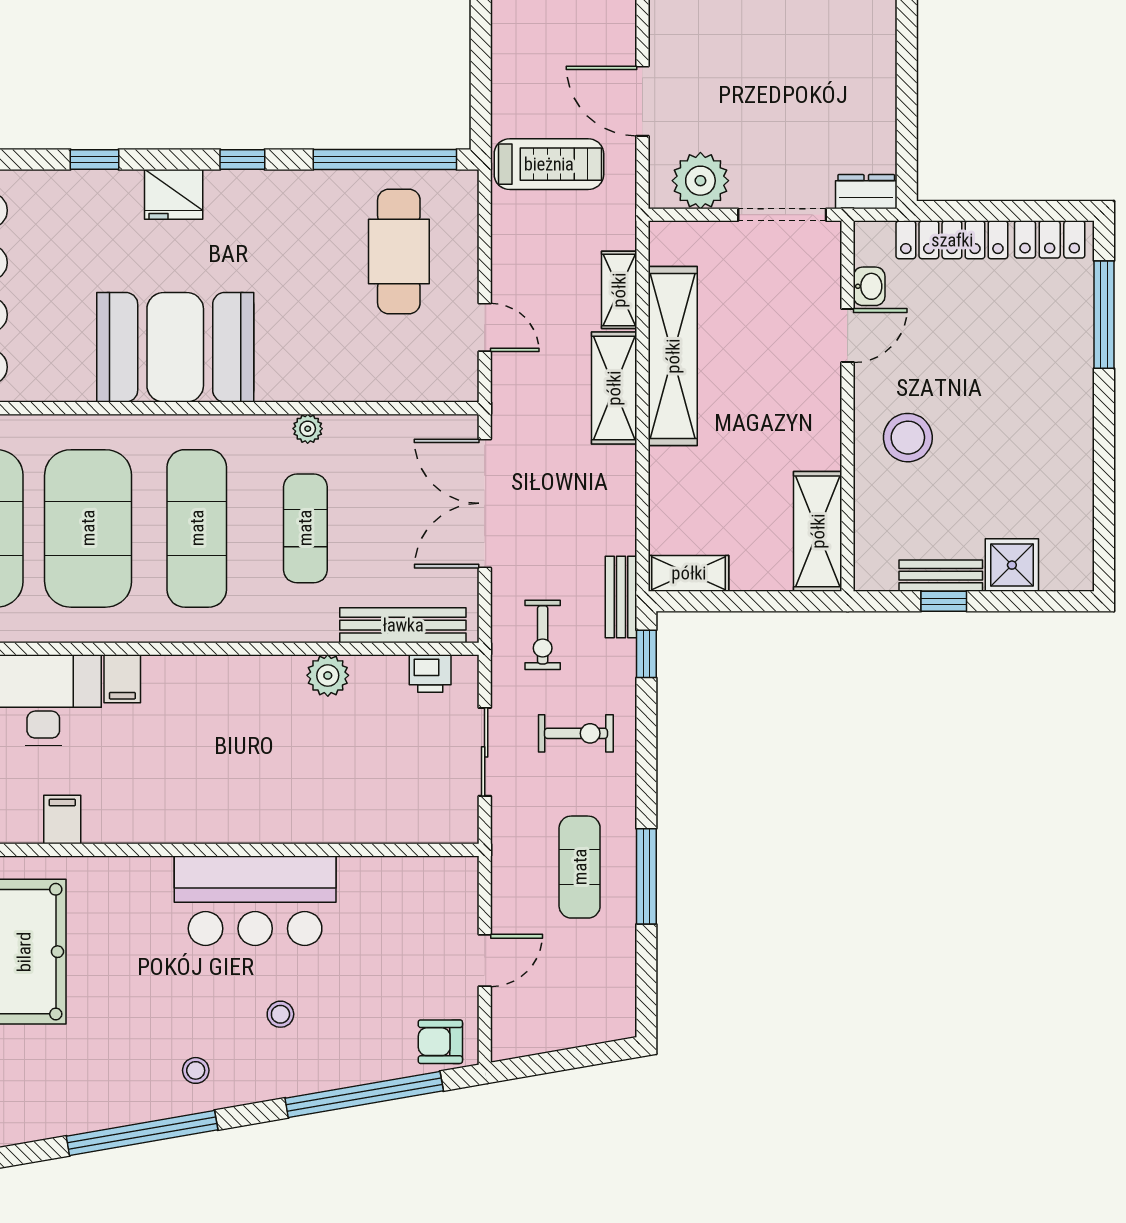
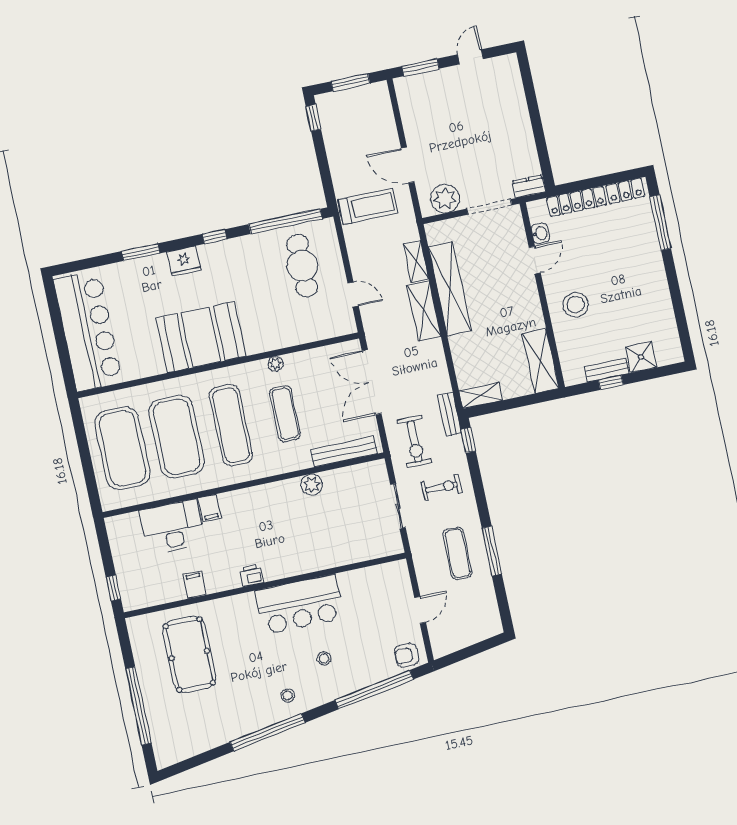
window: (94, 160) -> (141, 252), width x1.50
exercise bike: (543, 635) -> (414, 442), width x1.38, depth x1.39
printer: (430, 673) -> (251, 575), moved, turned 180

